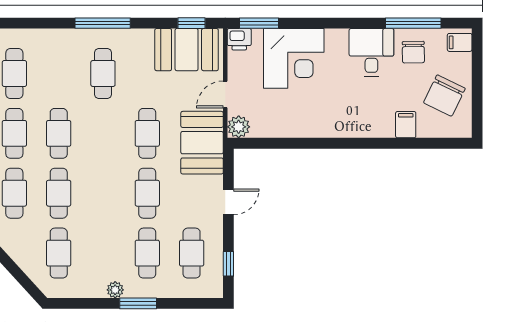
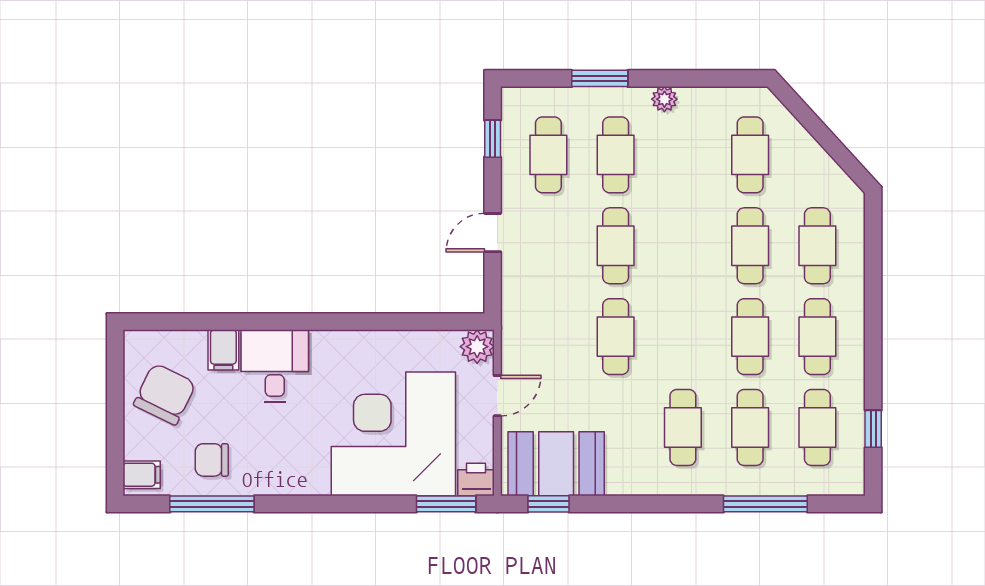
window: (103, 23) -> (765, 504), moved
desk: (371, 52) -> (275, 366), moved, turned 180
chair: (413, 52) -> (212, 460), turned -89
corner desk: (294, 58) -> (393, 434), width x1.36, depth x1.36
cafe table: (59, 74) -> (750, 427), added
booth: (202, 143) -> (533, 322), removed
window: (138, 303) -> (600, 78), moved

